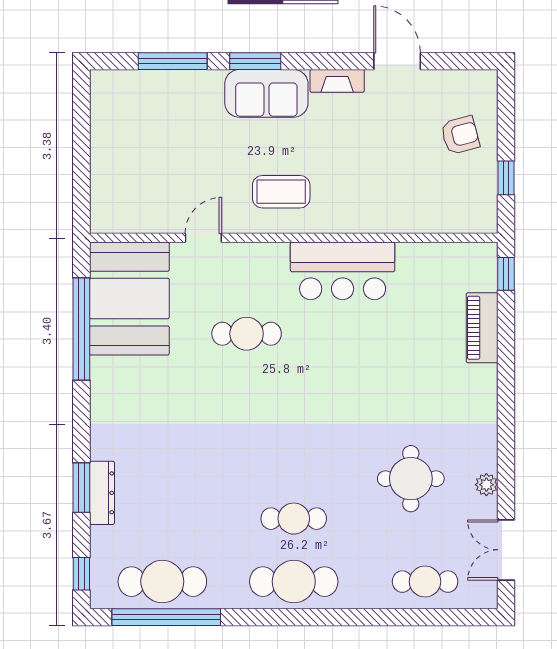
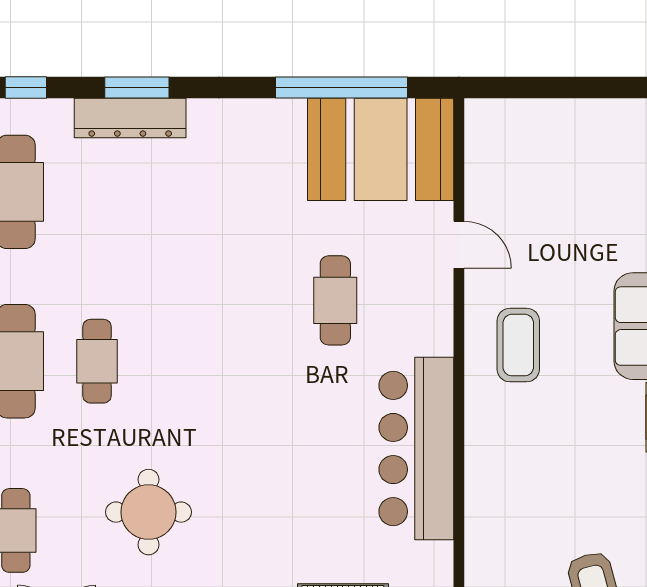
bar counter: (343, 271) -> (416, 449), width x1.36
dresser: (102, 493) -> (130, 118), width x1.37, depth x1.24

